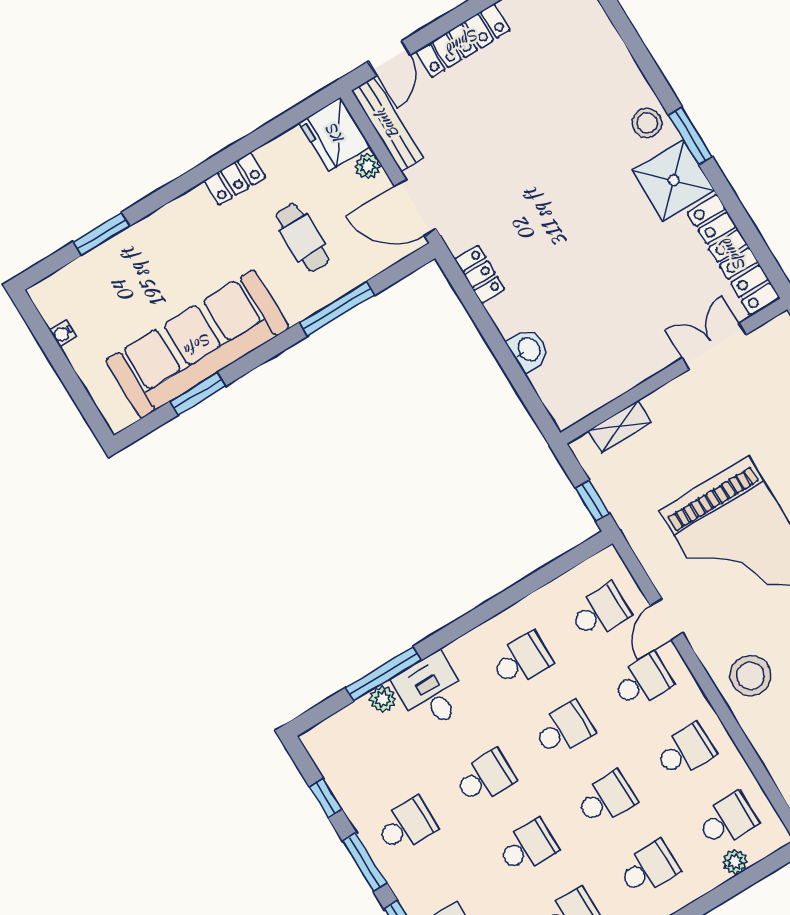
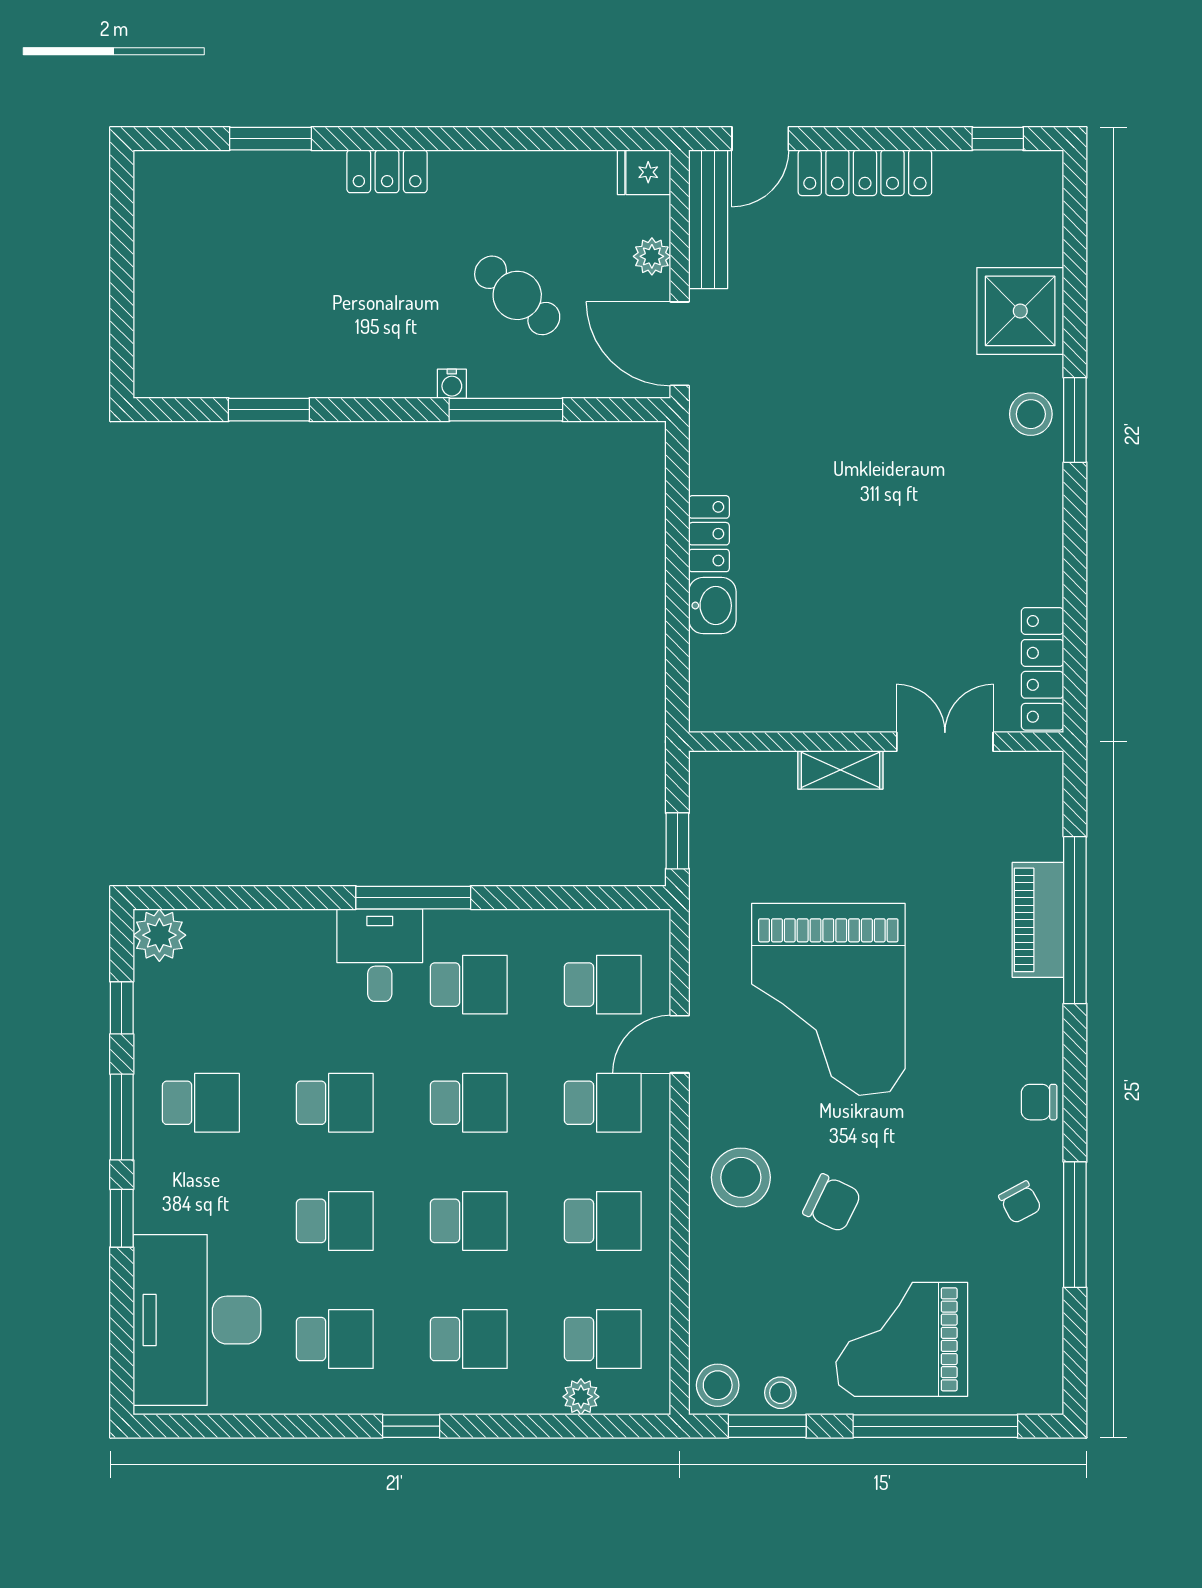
fridge: (335, 134) -> (644, 172), width x0.53, depth x0.75
window: (690, 136) -> (1075, 420), moved
locker: (235, 179) -> (387, 171), moved
shower: (673, 180) -> (1020, 311), moved
cafe table: (303, 238) -> (517, 295), turned -49
locker: (733, 255) -> (1043, 669), width x0.71, depth x0.83
locker: (480, 274) -> (709, 534), moved
water cooler: (63, 333) -> (452, 384), moved, turned -90
sofa: (198, 344) -> (306, 348), removed
shelving: (620, 427) -> (840, 770), moved
window: (383, 674) -> (413, 898), moved
desk: (431, 691) -> (380, 955), moved
plant: (383, 699) -> (159, 935), moved, width x1.38, depth x1.38

